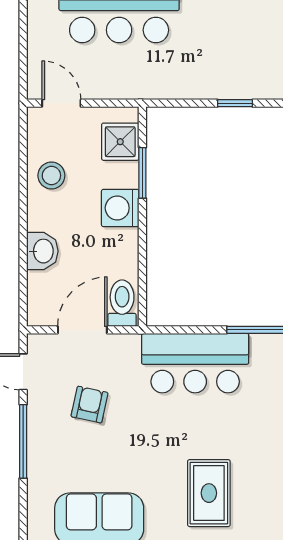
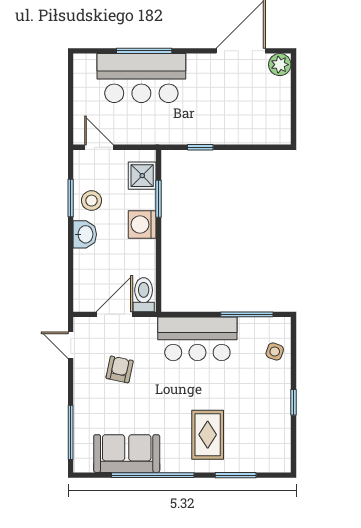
window: (235, 103) -> (200, 147), moved
window: (23, 172) -> (71, 198), added
washbasin: (42, 251) -> (85, 234), moved
window: (23, 441) -> (71, 432), moved

